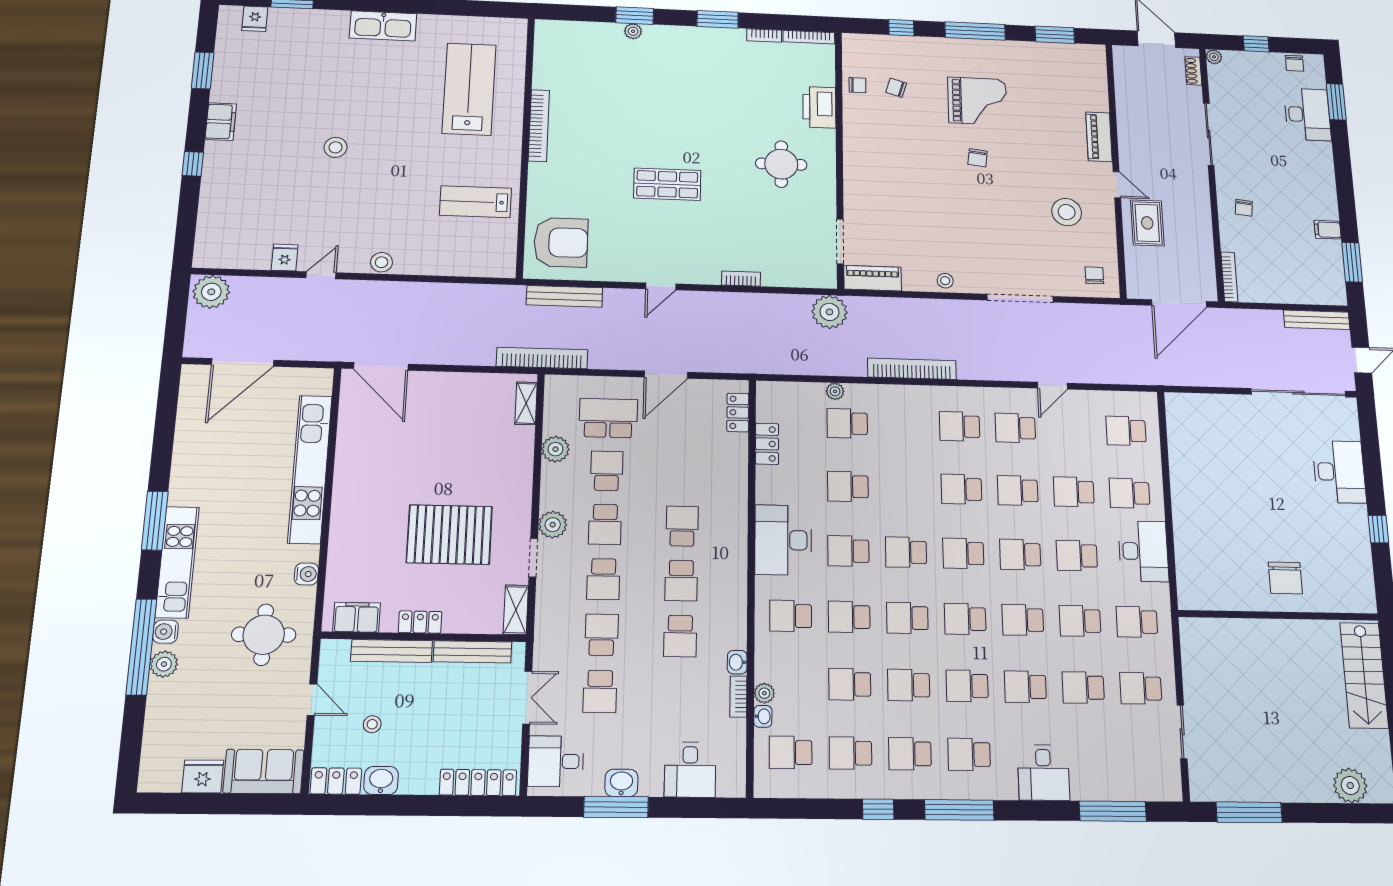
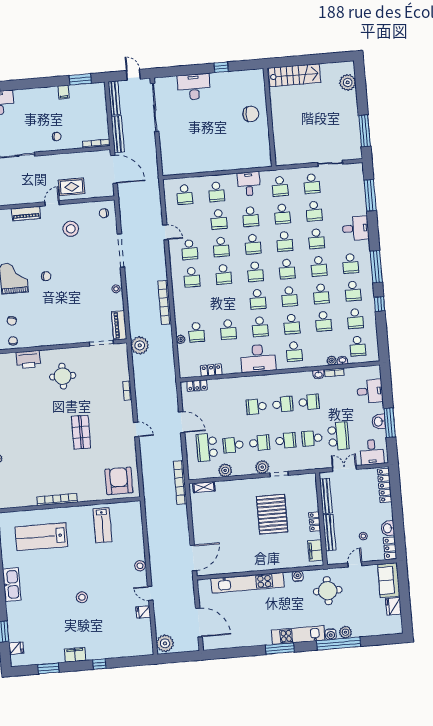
bench: (564, 296) -> (118, 134), moved
desk: (1143, 551) -> (249, 184), width x0.73
shelving: (516, 610) -> (304, 479), removed
school desk: (600, 691) -> (338, 436), width x1.85

